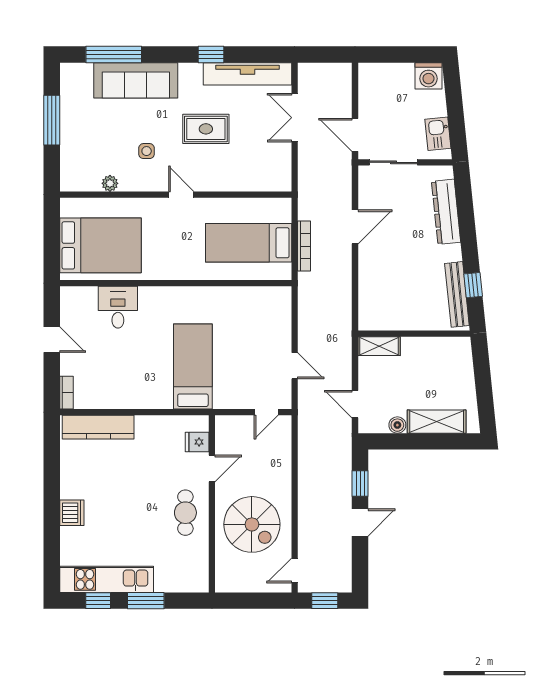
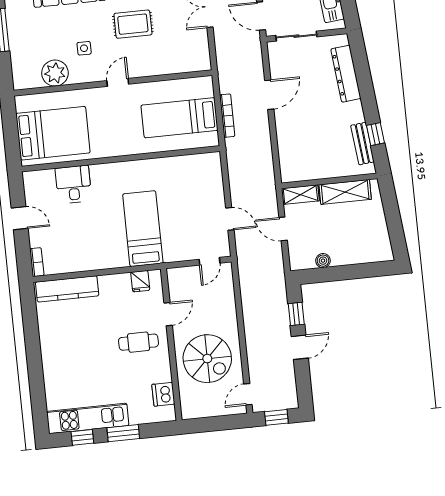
plant: (110, 183) -> (55, 73), width x1.88, depth x1.88
door: (181, 195) -> (118, 82), hinge flipped
bench: (457, 294) -> (362, 144), width x0.73
door: (355, 404) -> (283, 229), moved
shelving: (437, 422) -> (345, 192), moved
fridge: (197, 442) -> (140, 281), moved, turned -90
dishwasher: (72, 513) -> (163, 394), moved, turned 180
cafe table: (185, 513) -> (139, 342), moved, turned 90

